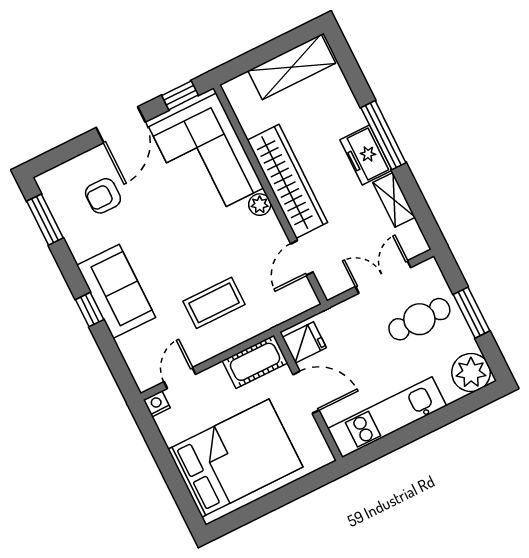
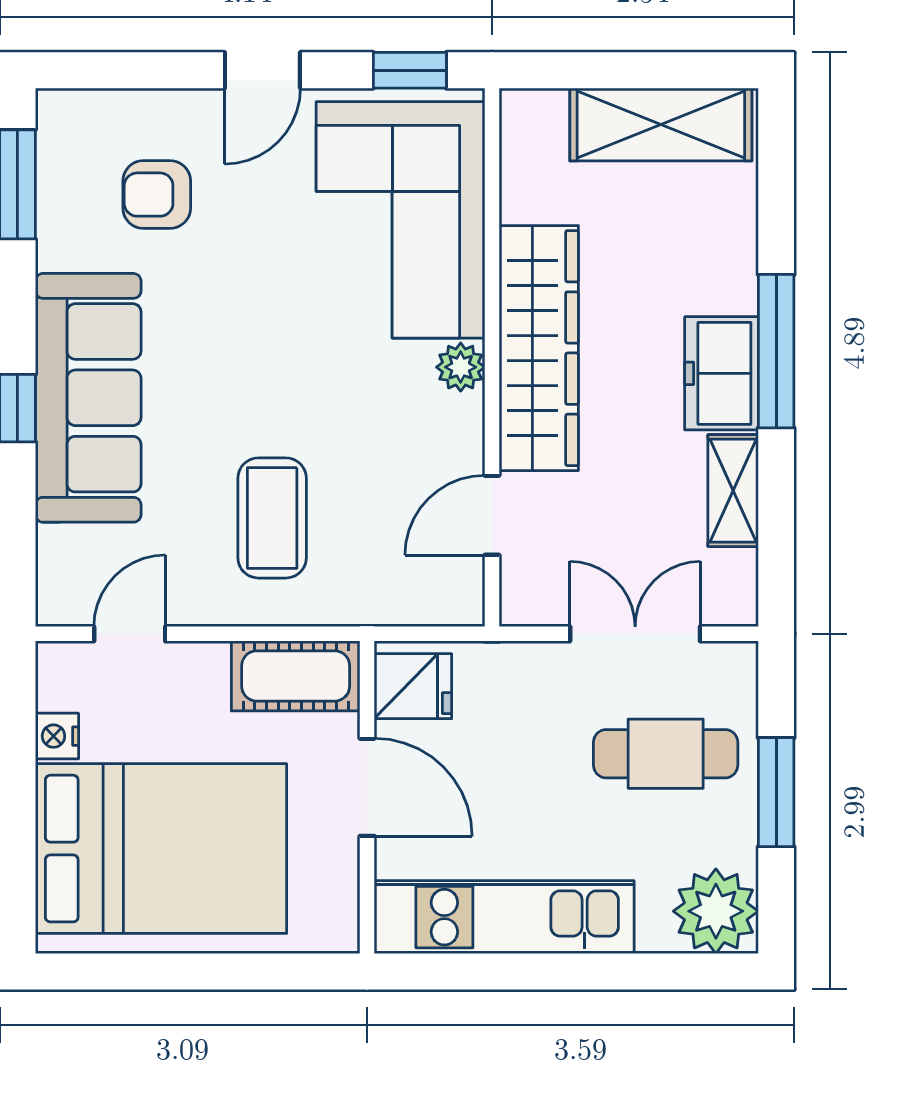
door: (121, 125) -> (262, 70), width x0.73
sofa: (116, 291) -> (88, 398), width x1.36
coffee table: (214, 303) -> (272, 518), turned 90
nightstand: (157, 404) -> (57, 736), moved, turned -90

